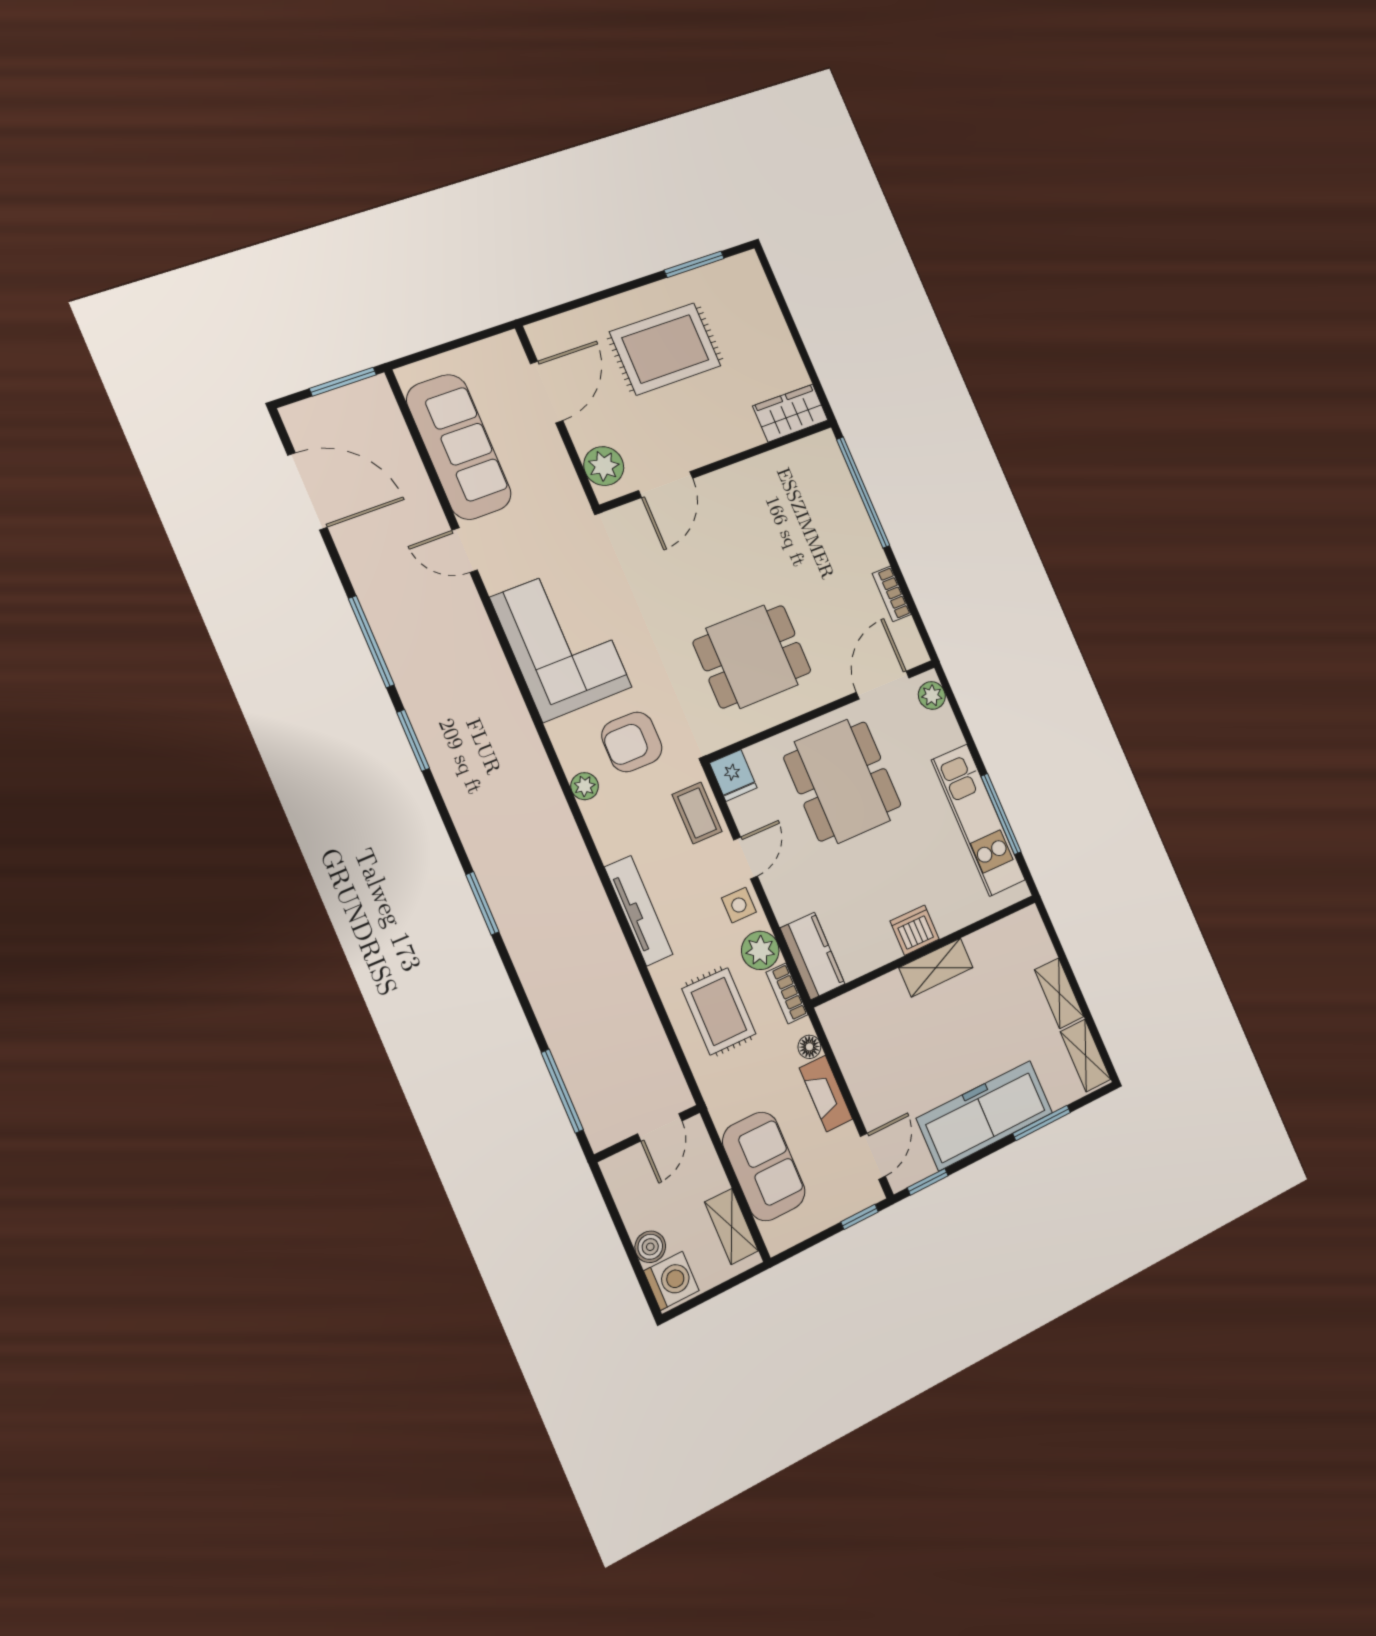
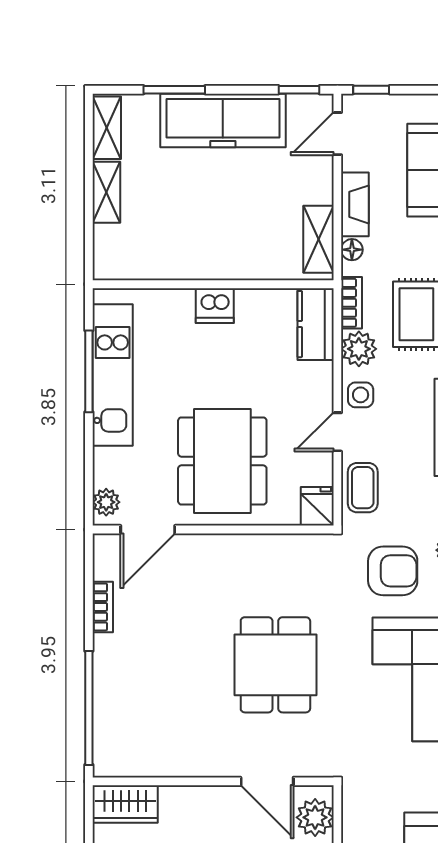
door: (666, 484) -> (267, 781), swing flipped
dining table: (752, 657) -> (275, 665), moved, turned 90
shelving: (936, 968) -> (318, 239), moved, turned 90

